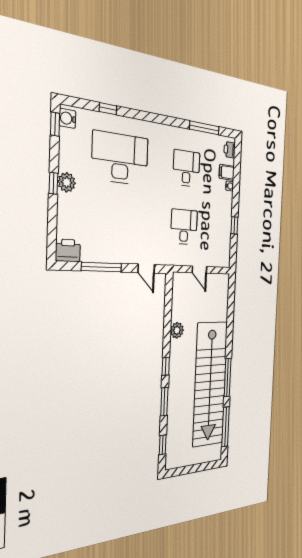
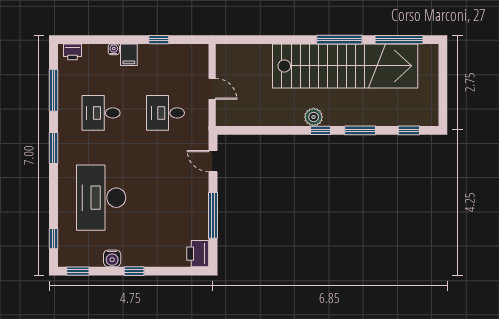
window: (108, 109) -> (53, 239), moved
water cooler: (67, 118) -> (112, 258), moved
window: (162, 119) -> (53, 148), added
filing cabinet: (227, 172) -> (129, 55), moved
plant: (67, 182) -> (132, 257), removed
door: (146, 269) -> (213, 161), swing flipped
door: (199, 270) -> (212, 89), hinge flipped
plant: (177, 330) -> (314, 117), moved

